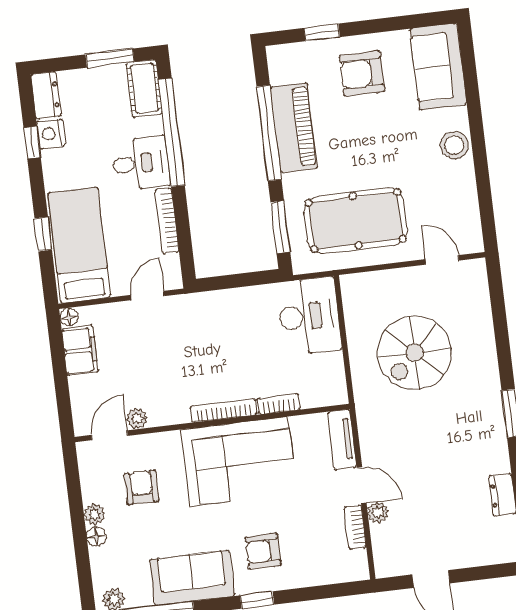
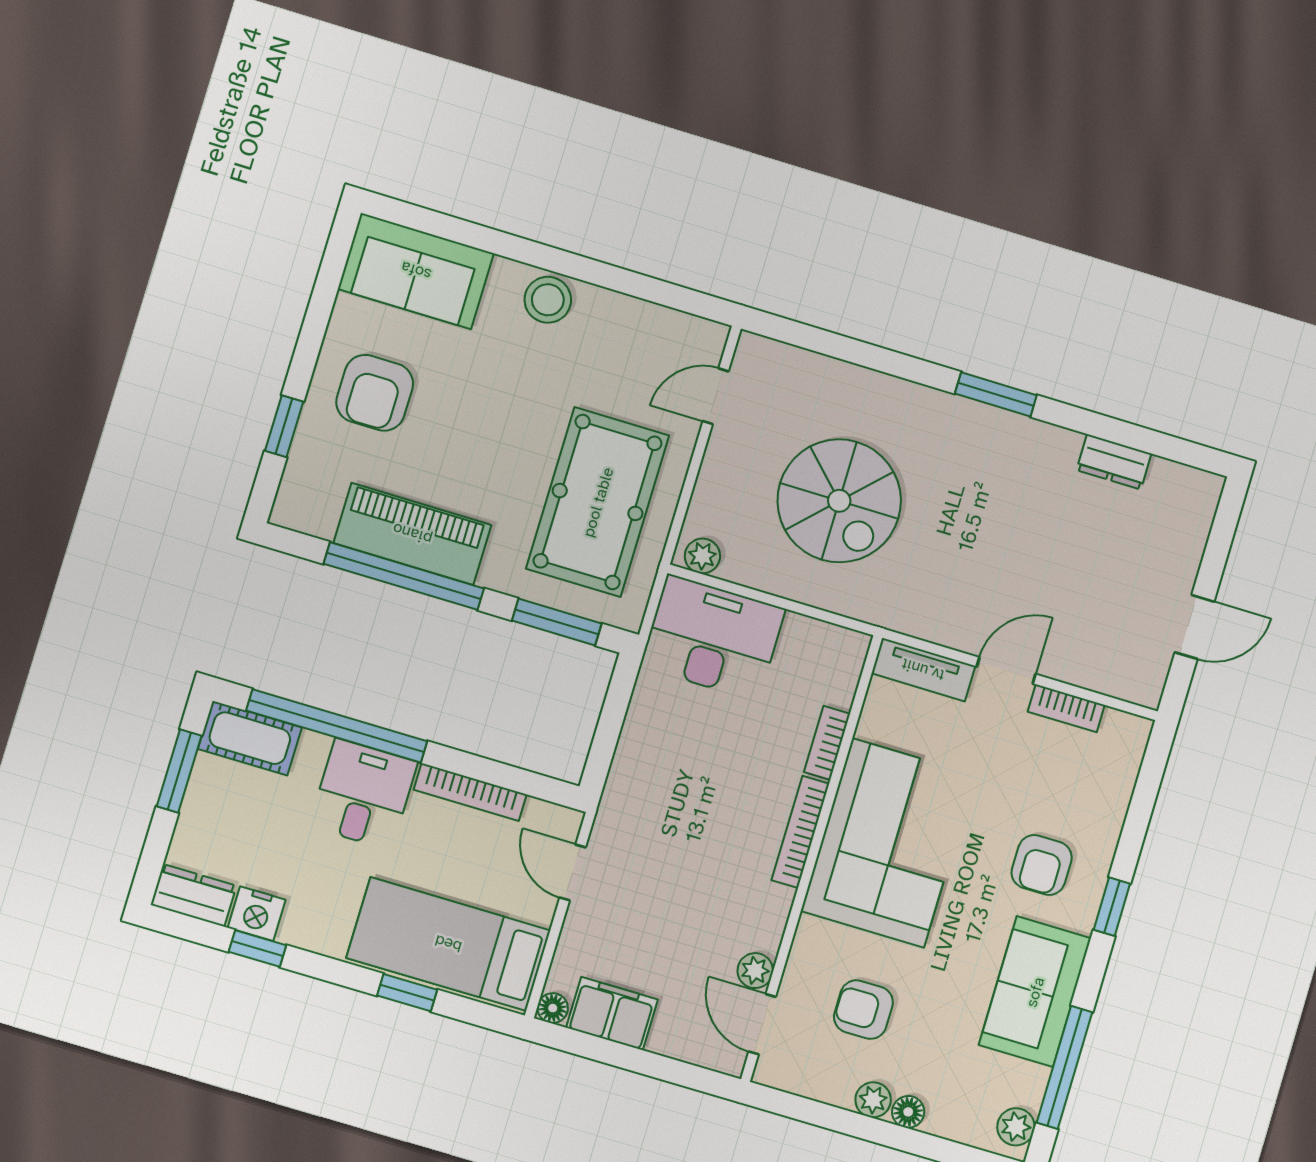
plant: (378, 512) -> (702, 556), moved

